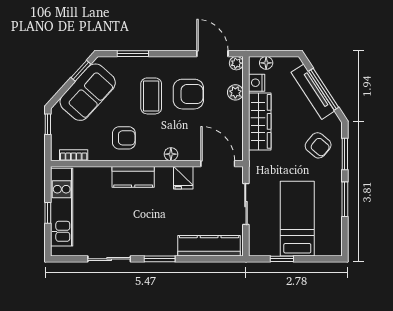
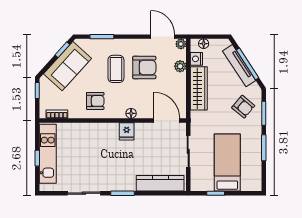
kitchen counter: (133, 177) -> (102, 131), removed
fridge: (183, 178) -> (127, 131), moved

